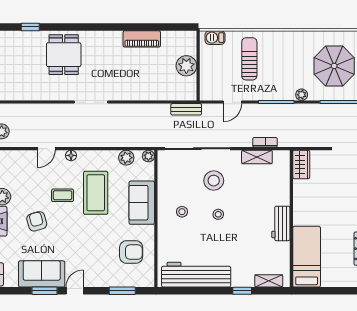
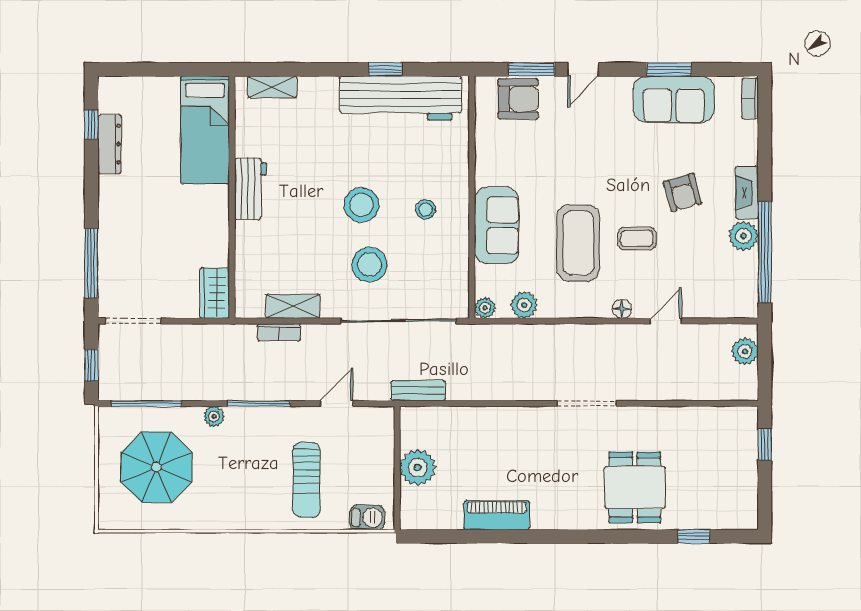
stool: (218, 214) -> (361, 205), width x1.89, depth x1.89
armchair: (131, 252) -> (518, 99), moved, turned 180
door: (75, 291) -> (583, 69), moved
window: (242, 291) -> (385, 69), moved

